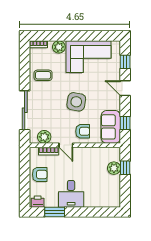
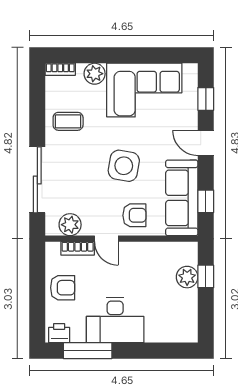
sofa: (111, 127) -> (182, 198), width x1.36
desk: (71, 194) -> (115, 320), width x1.37
window: (55, 212) -> (88, 351), width x1.44

